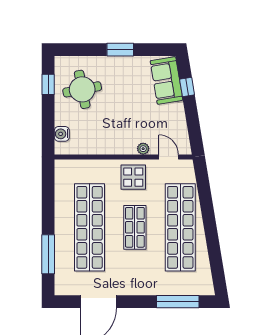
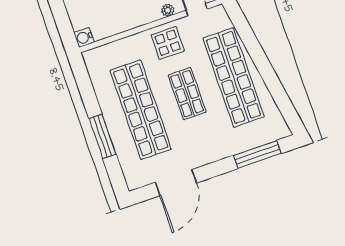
water cooler: (62, 134) -> (84, 37), moved
window: (48, 254) -> (102, 136), moved

